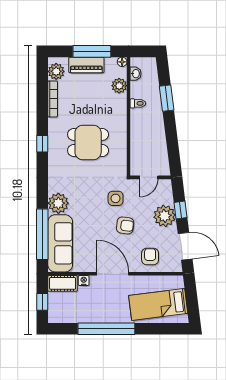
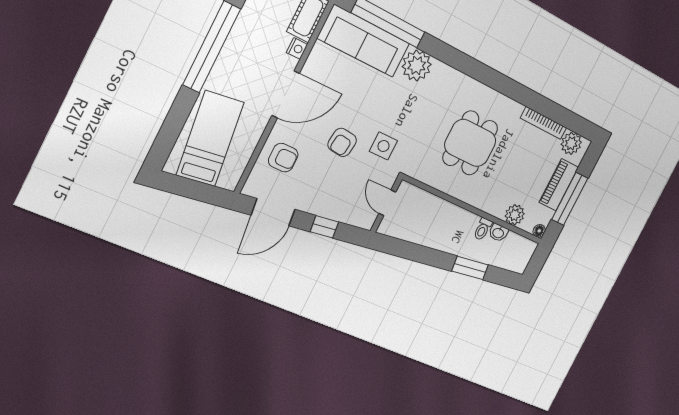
washbasin: (136, 74) -> (498, 233), moved
window: (42, 144) -> (499, 82), removed
plant: (165, 216) -> (328, 202), removed

